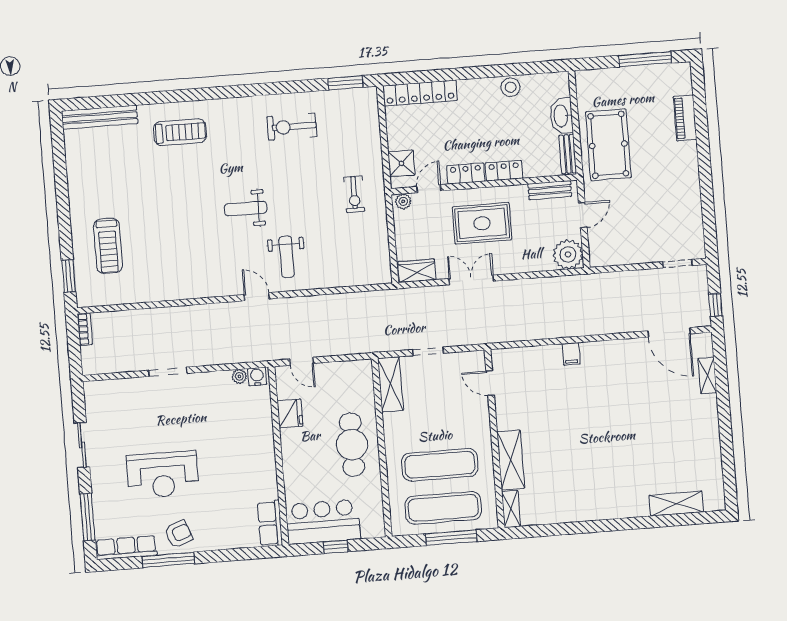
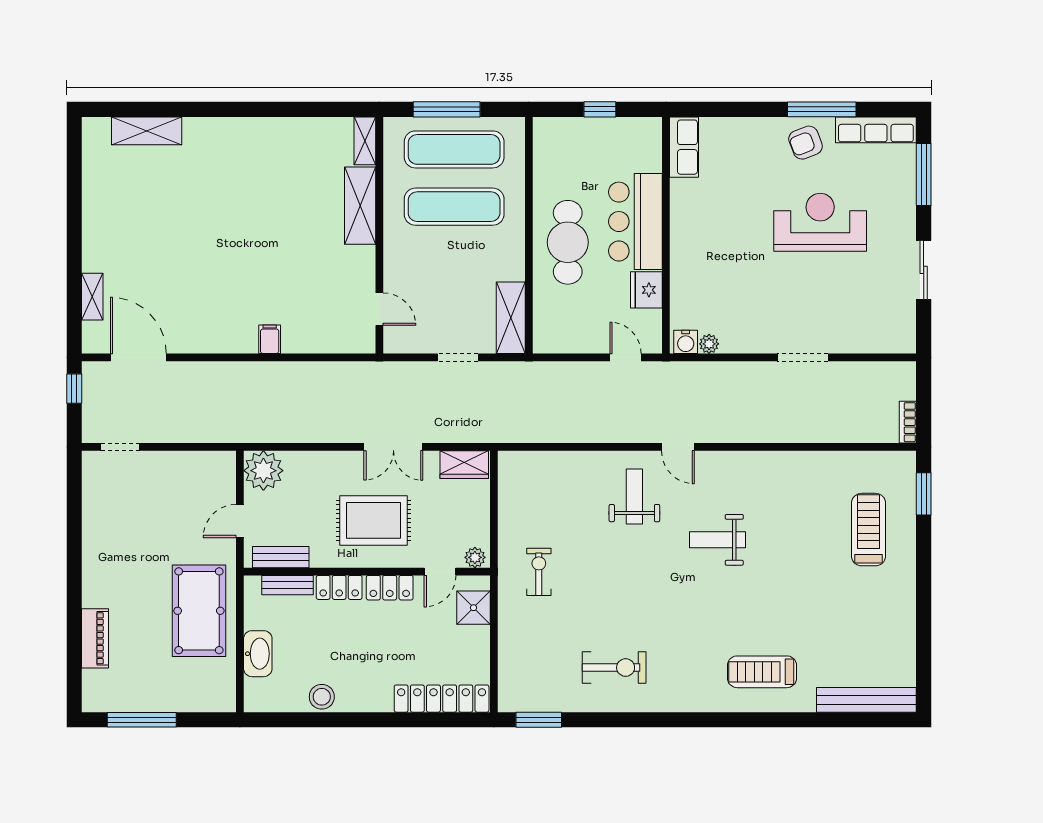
bench: (568, 154) -> (287, 585), moved, turned 90
weight bench: (246, 209) -> (717, 540), moved, turned 180
bar counter: (323, 522) -> (635, 222), moved, turned 90

